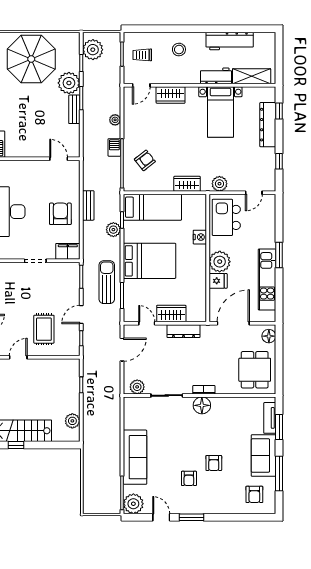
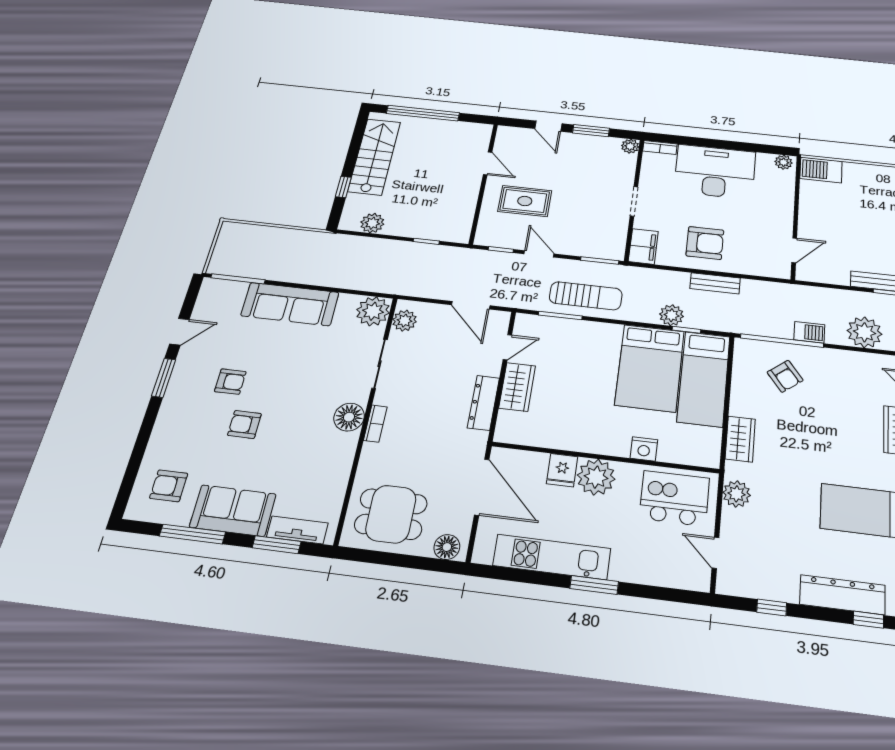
plant: (115, 120) -> (864, 332), width x1.87, depth x1.87
bed: (149, 261) -> (650, 368), moved
window: (16, 445) -> (343, 187), moved
armchair: (189, 478) -> (230, 382), turned 180
plant: (133, 504) -> (373, 311), moved

